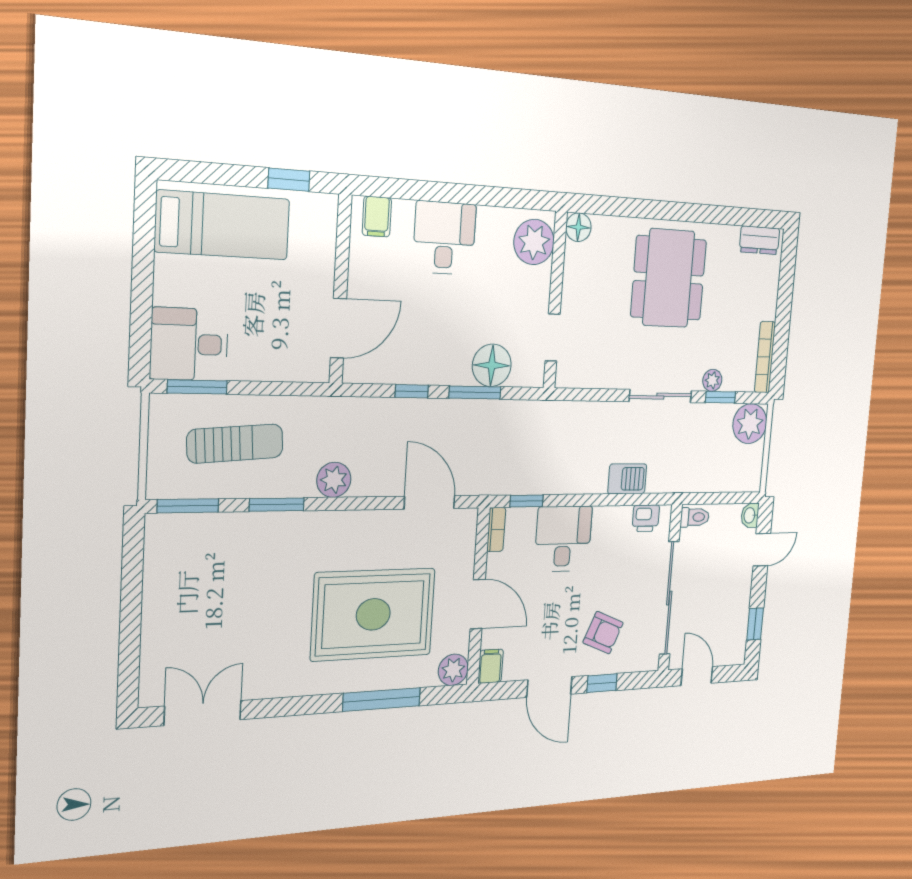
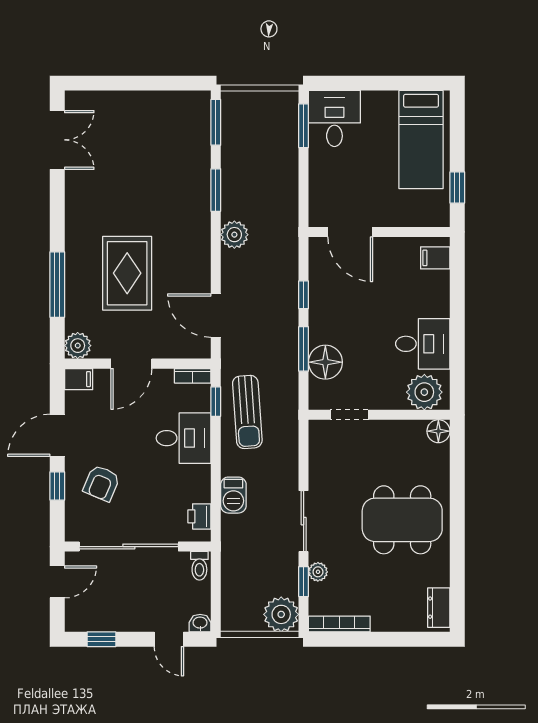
desk: (444, 238) -> (423, 344), moved
sun lounger: (235, 444) -> (247, 412), moved
door: (430, 502) -> (216, 316), swing flipped
rug: (373, 614) -> (127, 273), width x0.73, depth x0.69

